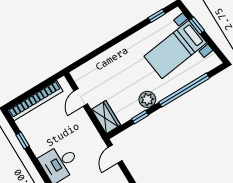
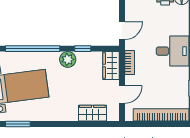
window: (157, 16) -> (18, 124), width x1.50
wardrobe: (97, 65) -> (92, 113), added
bookcase: (91, 130) -> (130, 62), added

